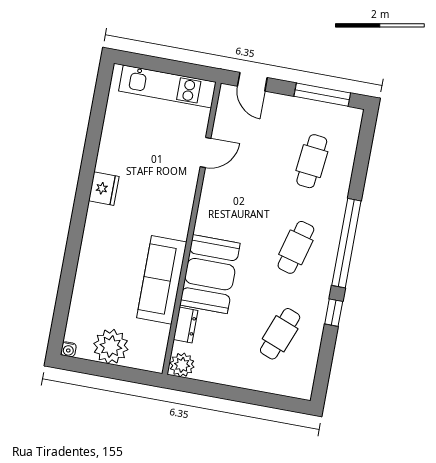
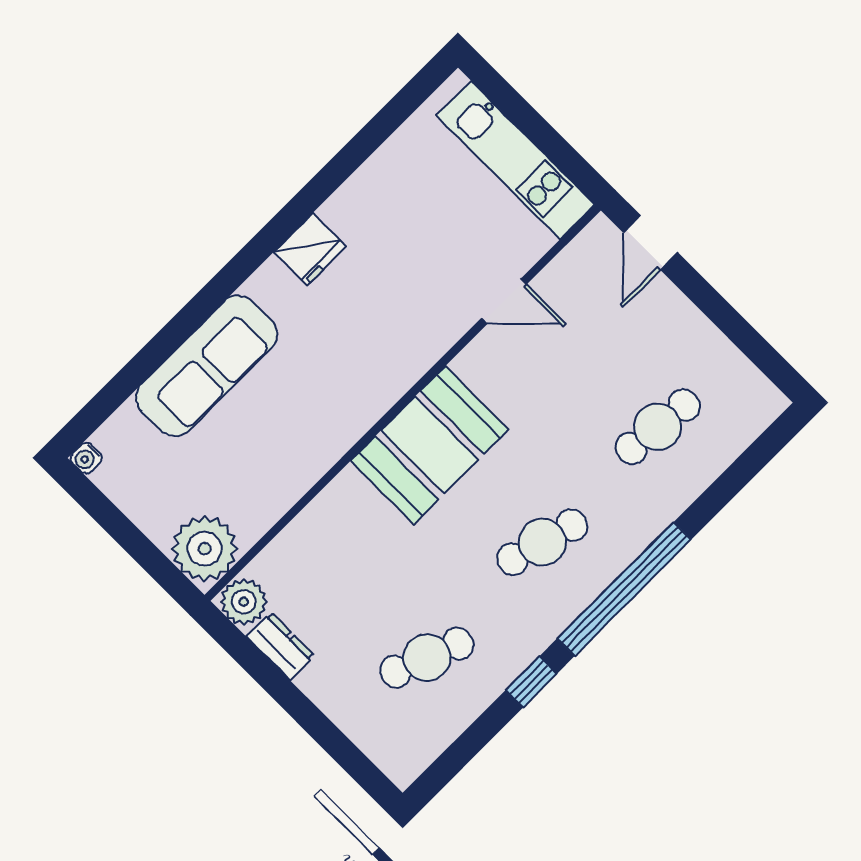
window: (322, 95) -> (744, 336), removed
booth: (210, 274) -> (430, 445), moved
sofa: (162, 280) -> (207, 366), moved, turned 180
dresser: (186, 325) -> (280, 646), moved, turned -90
plant: (111, 346) -> (205, 549), moved

